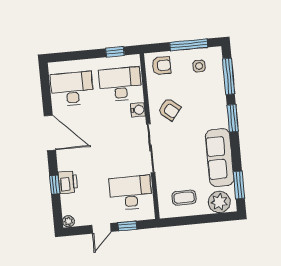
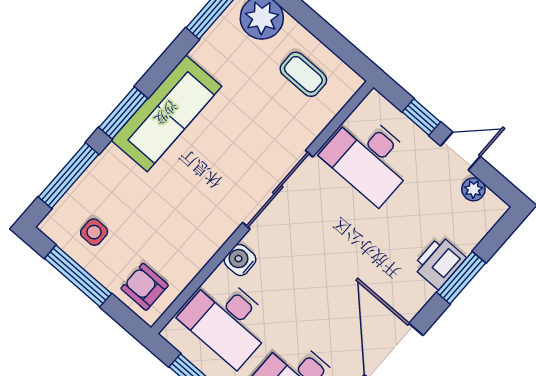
armchair: (169, 109) -> (197, 215), removed
sofa: (220, 158) -> (166, 113), moved
window: (55, 185) -> (461, 278), width x1.50
plant: (68, 221) -> (473, 189), moved

